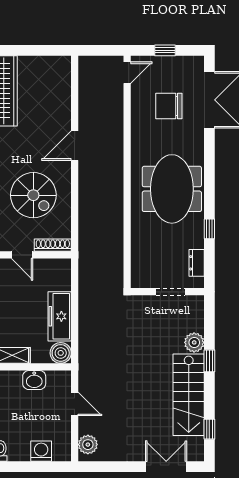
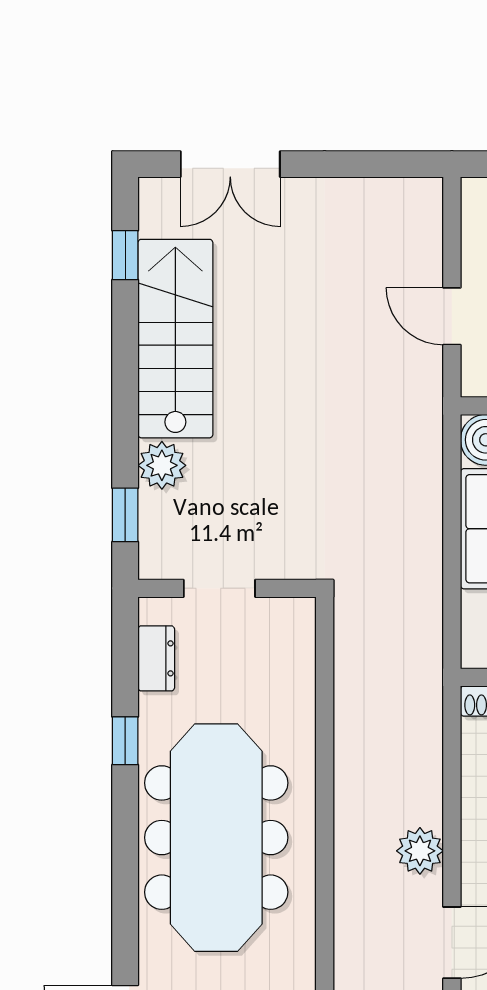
meeting table: (172, 189) -> (216, 838), width x1.36
window: (209, 361) -> (125, 515), moved
plant: (88, 445) -> (420, 851), moved

